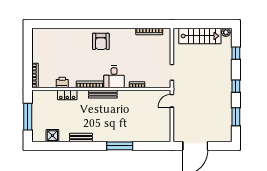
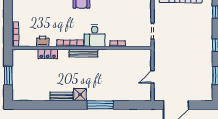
door: (172, 101) -> (153, 77), moved
window: (28, 117) -> (8, 76), width x0.69
shower: (52, 136) -> (80, 95), moved

